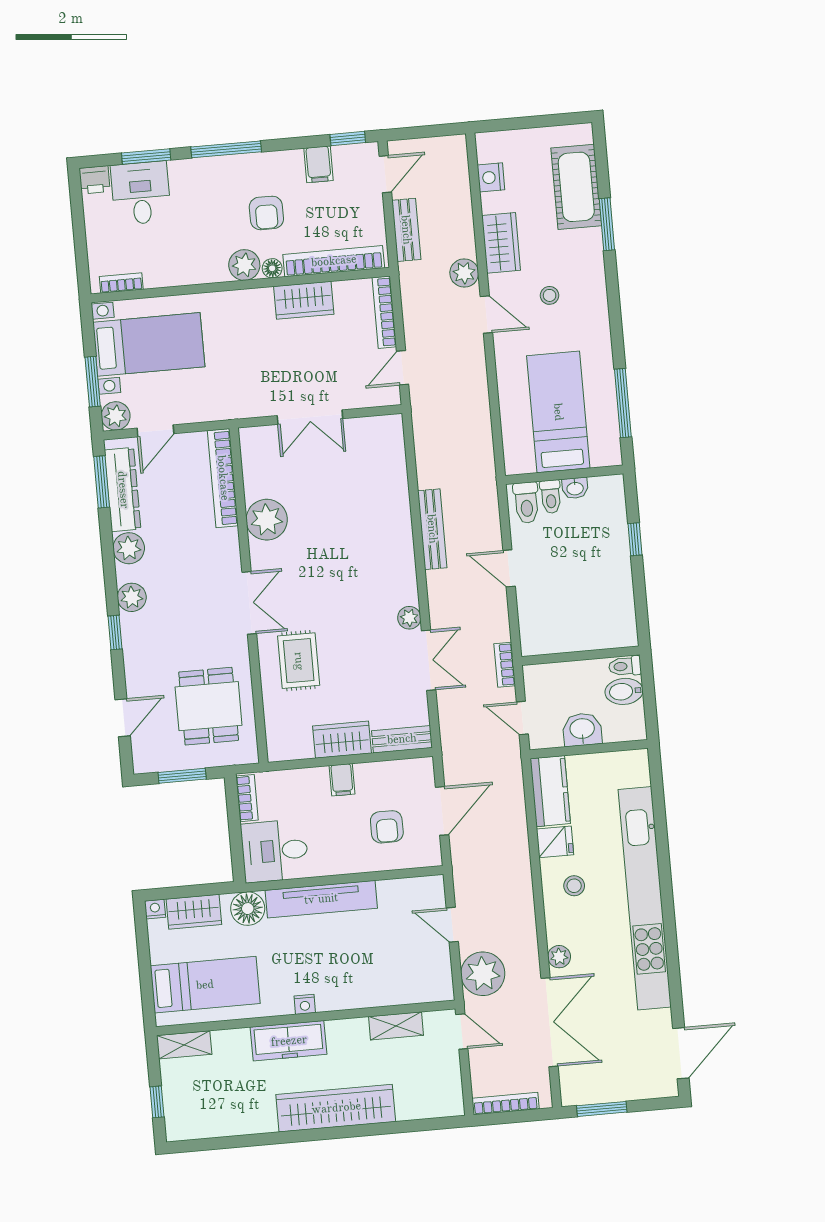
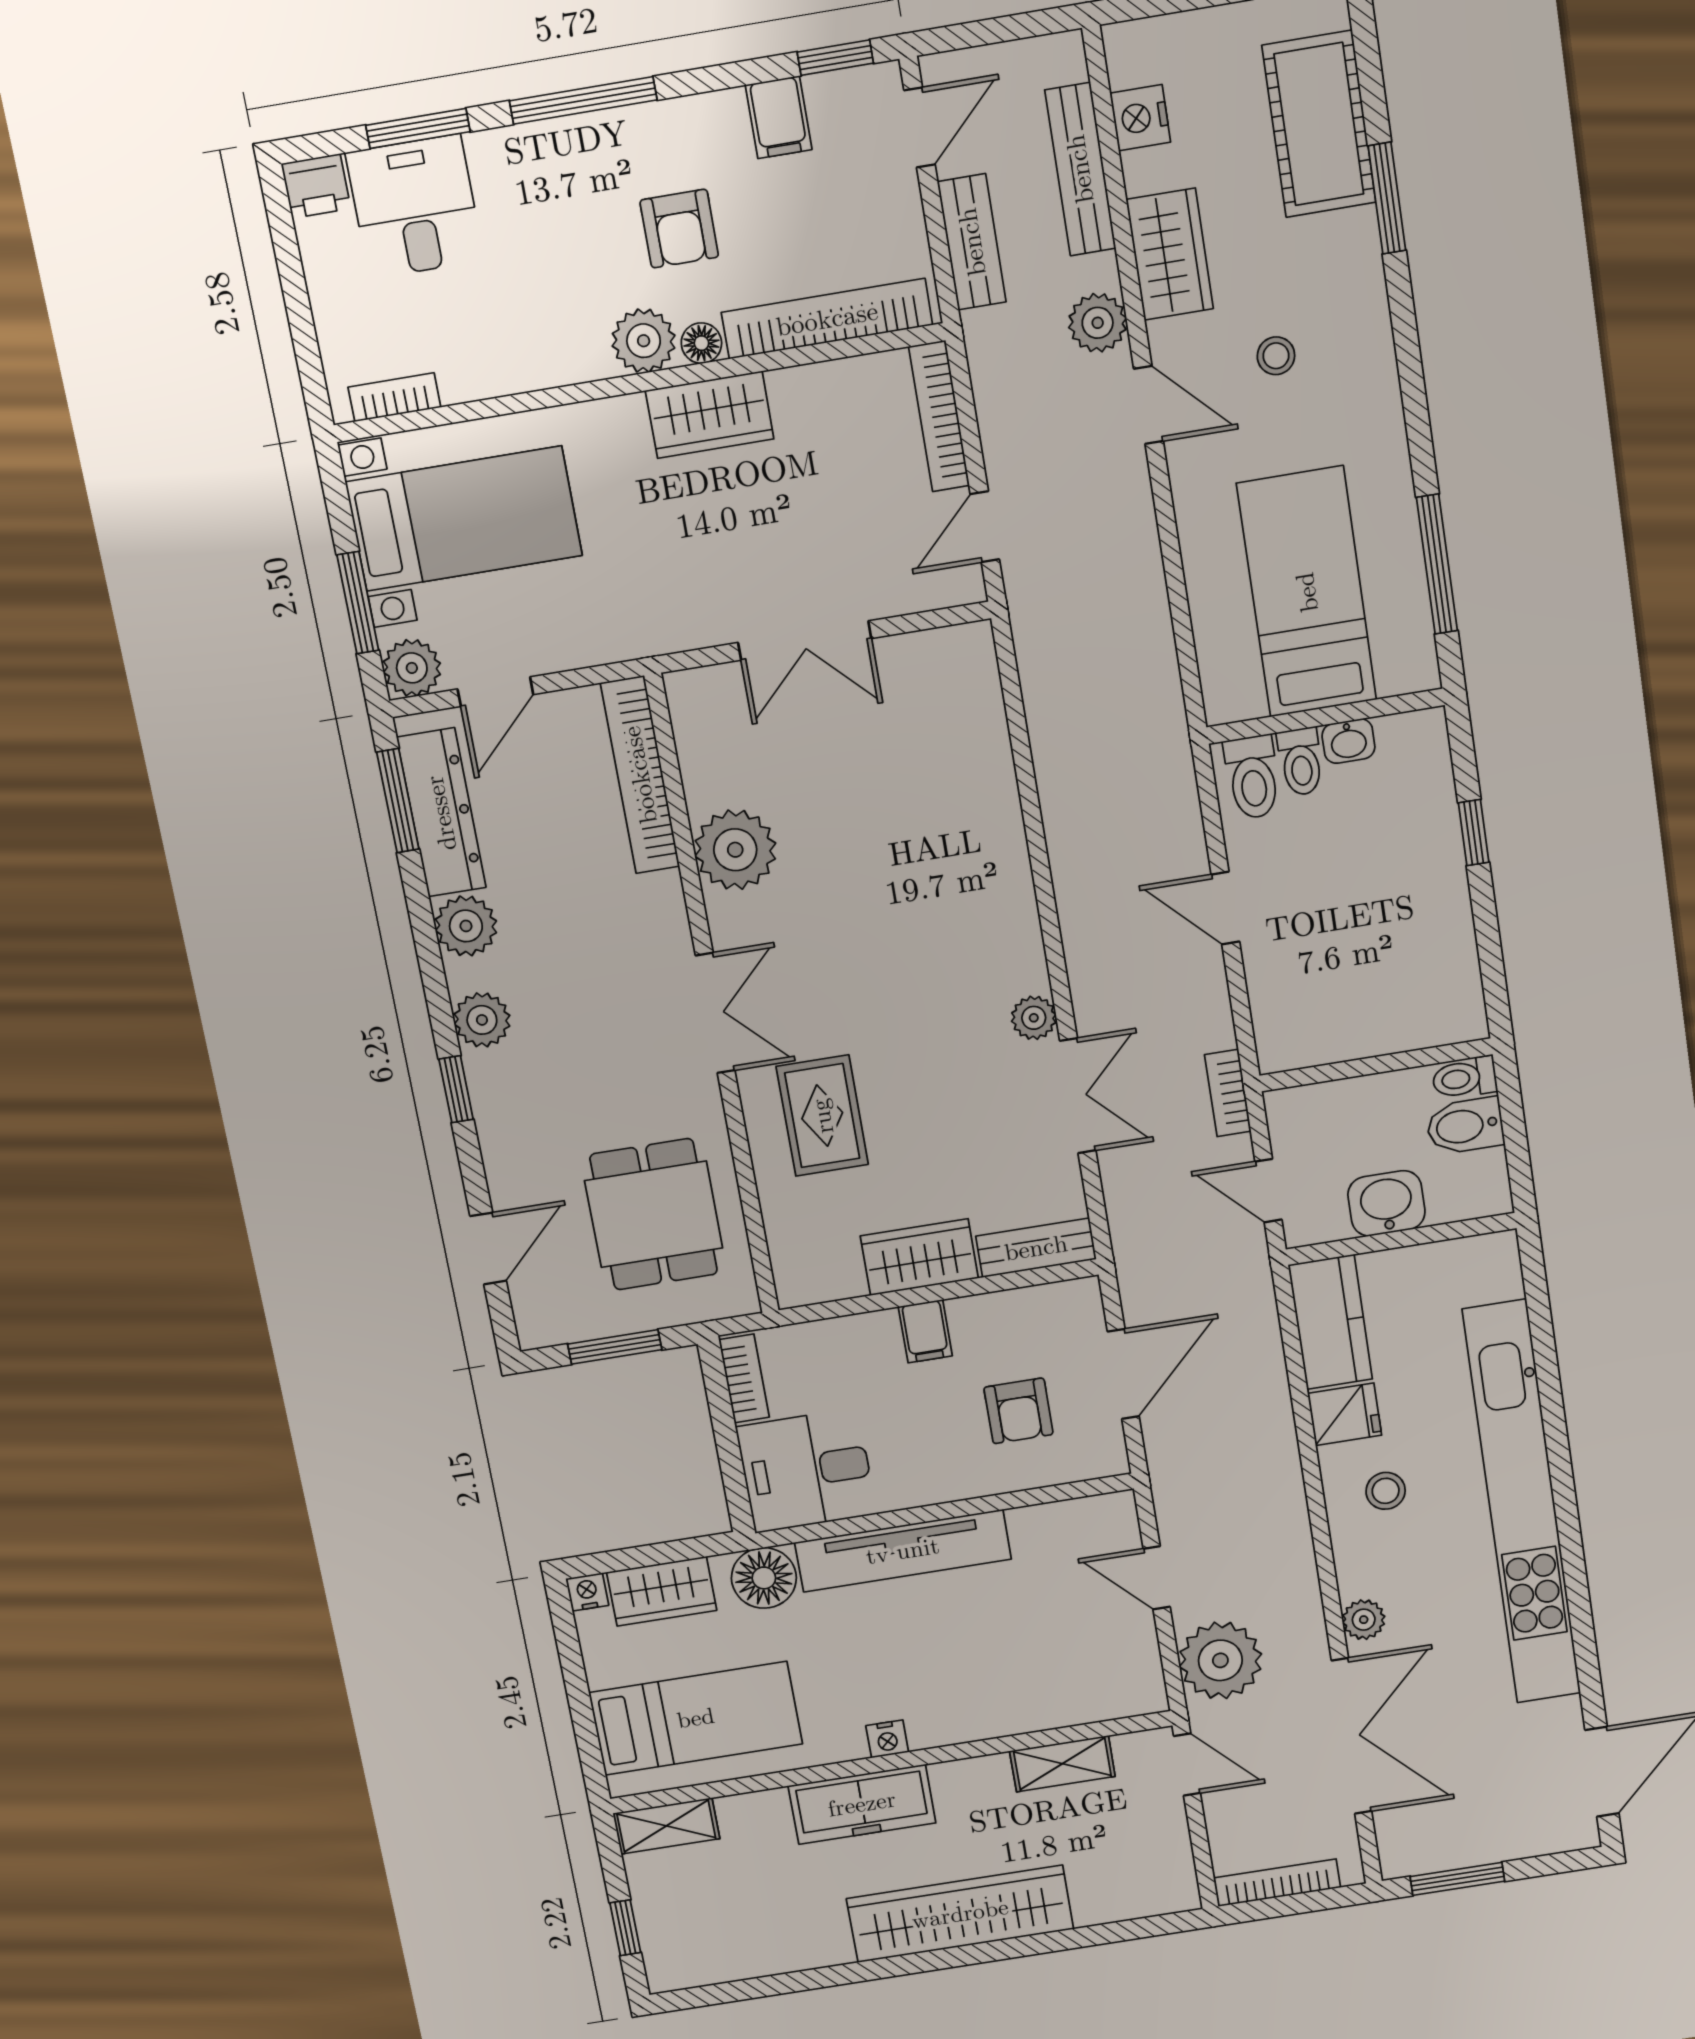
wardrobe: (304, 300) -> (710, 415), moved
bench: (432, 529) -> (1080, 169), moved

